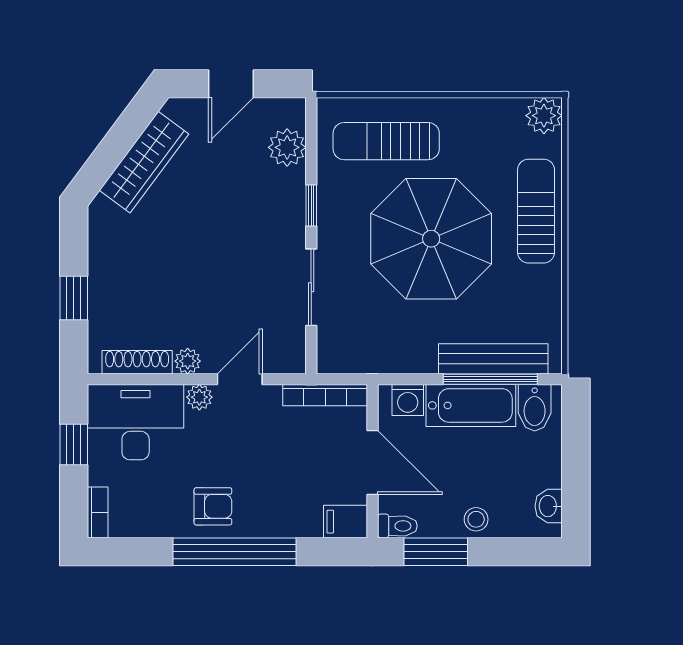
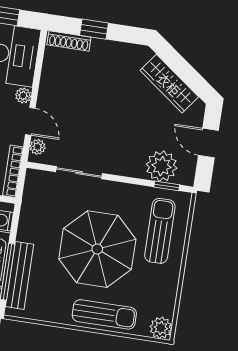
plant: (287, 147) -> (162, 166), width x1.36, depth x1.36
window: (311, 205) -> (167, 186), moved
plant: (188, 361) -> (38, 147), moved
shoe rack: (137, 362) -> (69, 41), moved, turned 90

